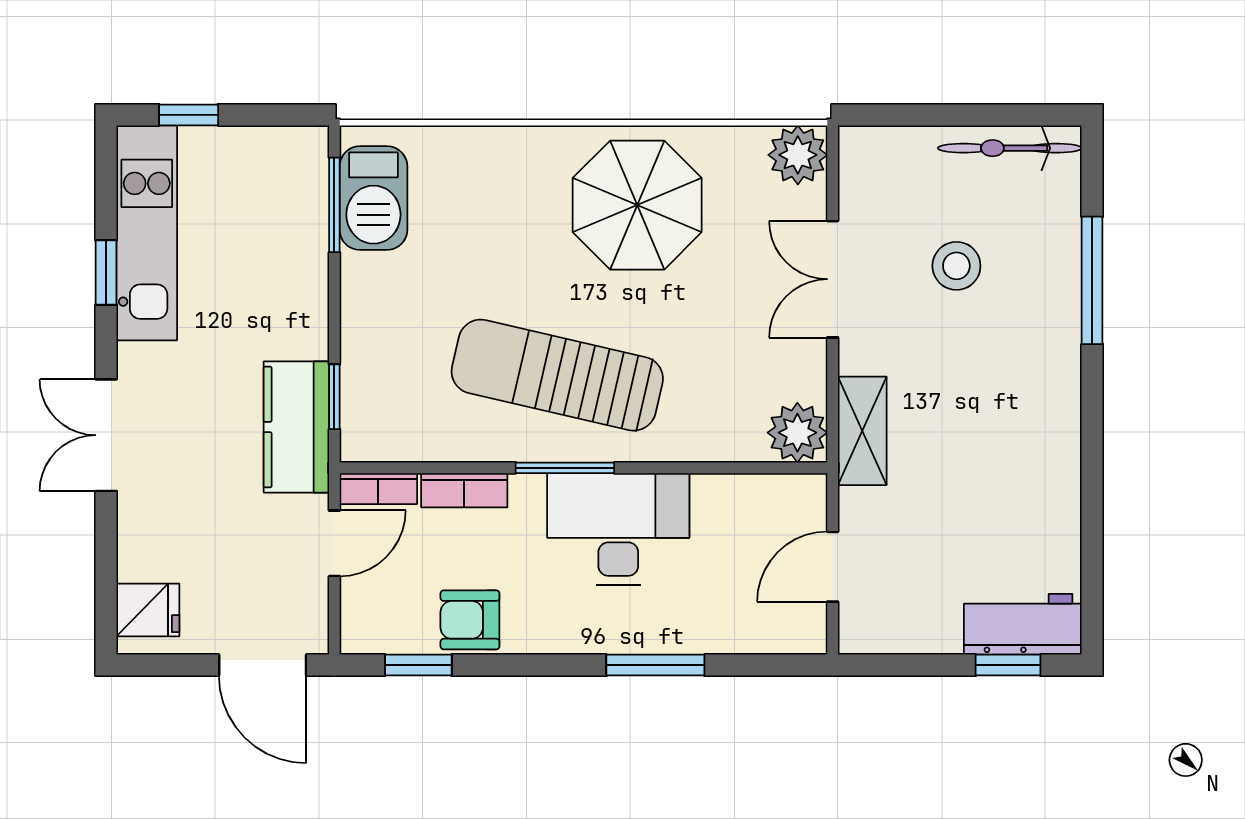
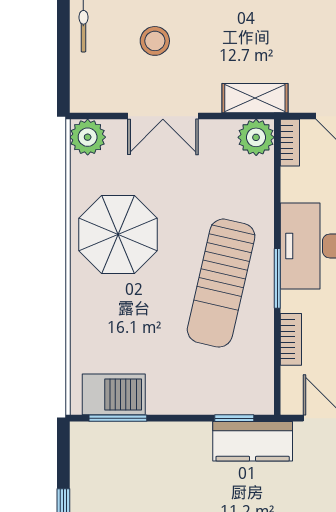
bookcase: (378, 489) -> (290, 143), moved

